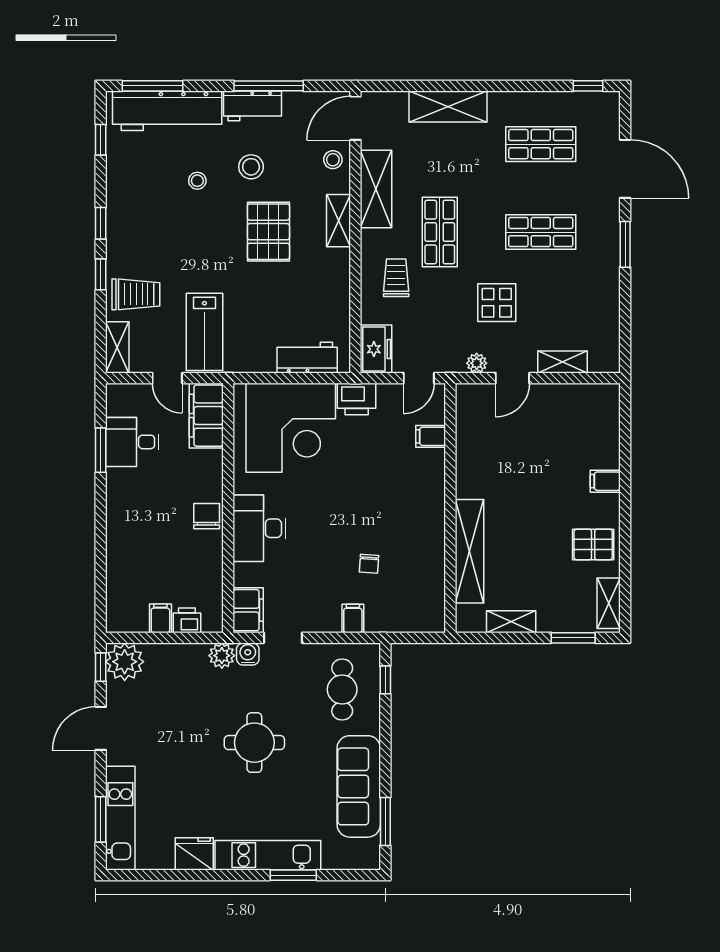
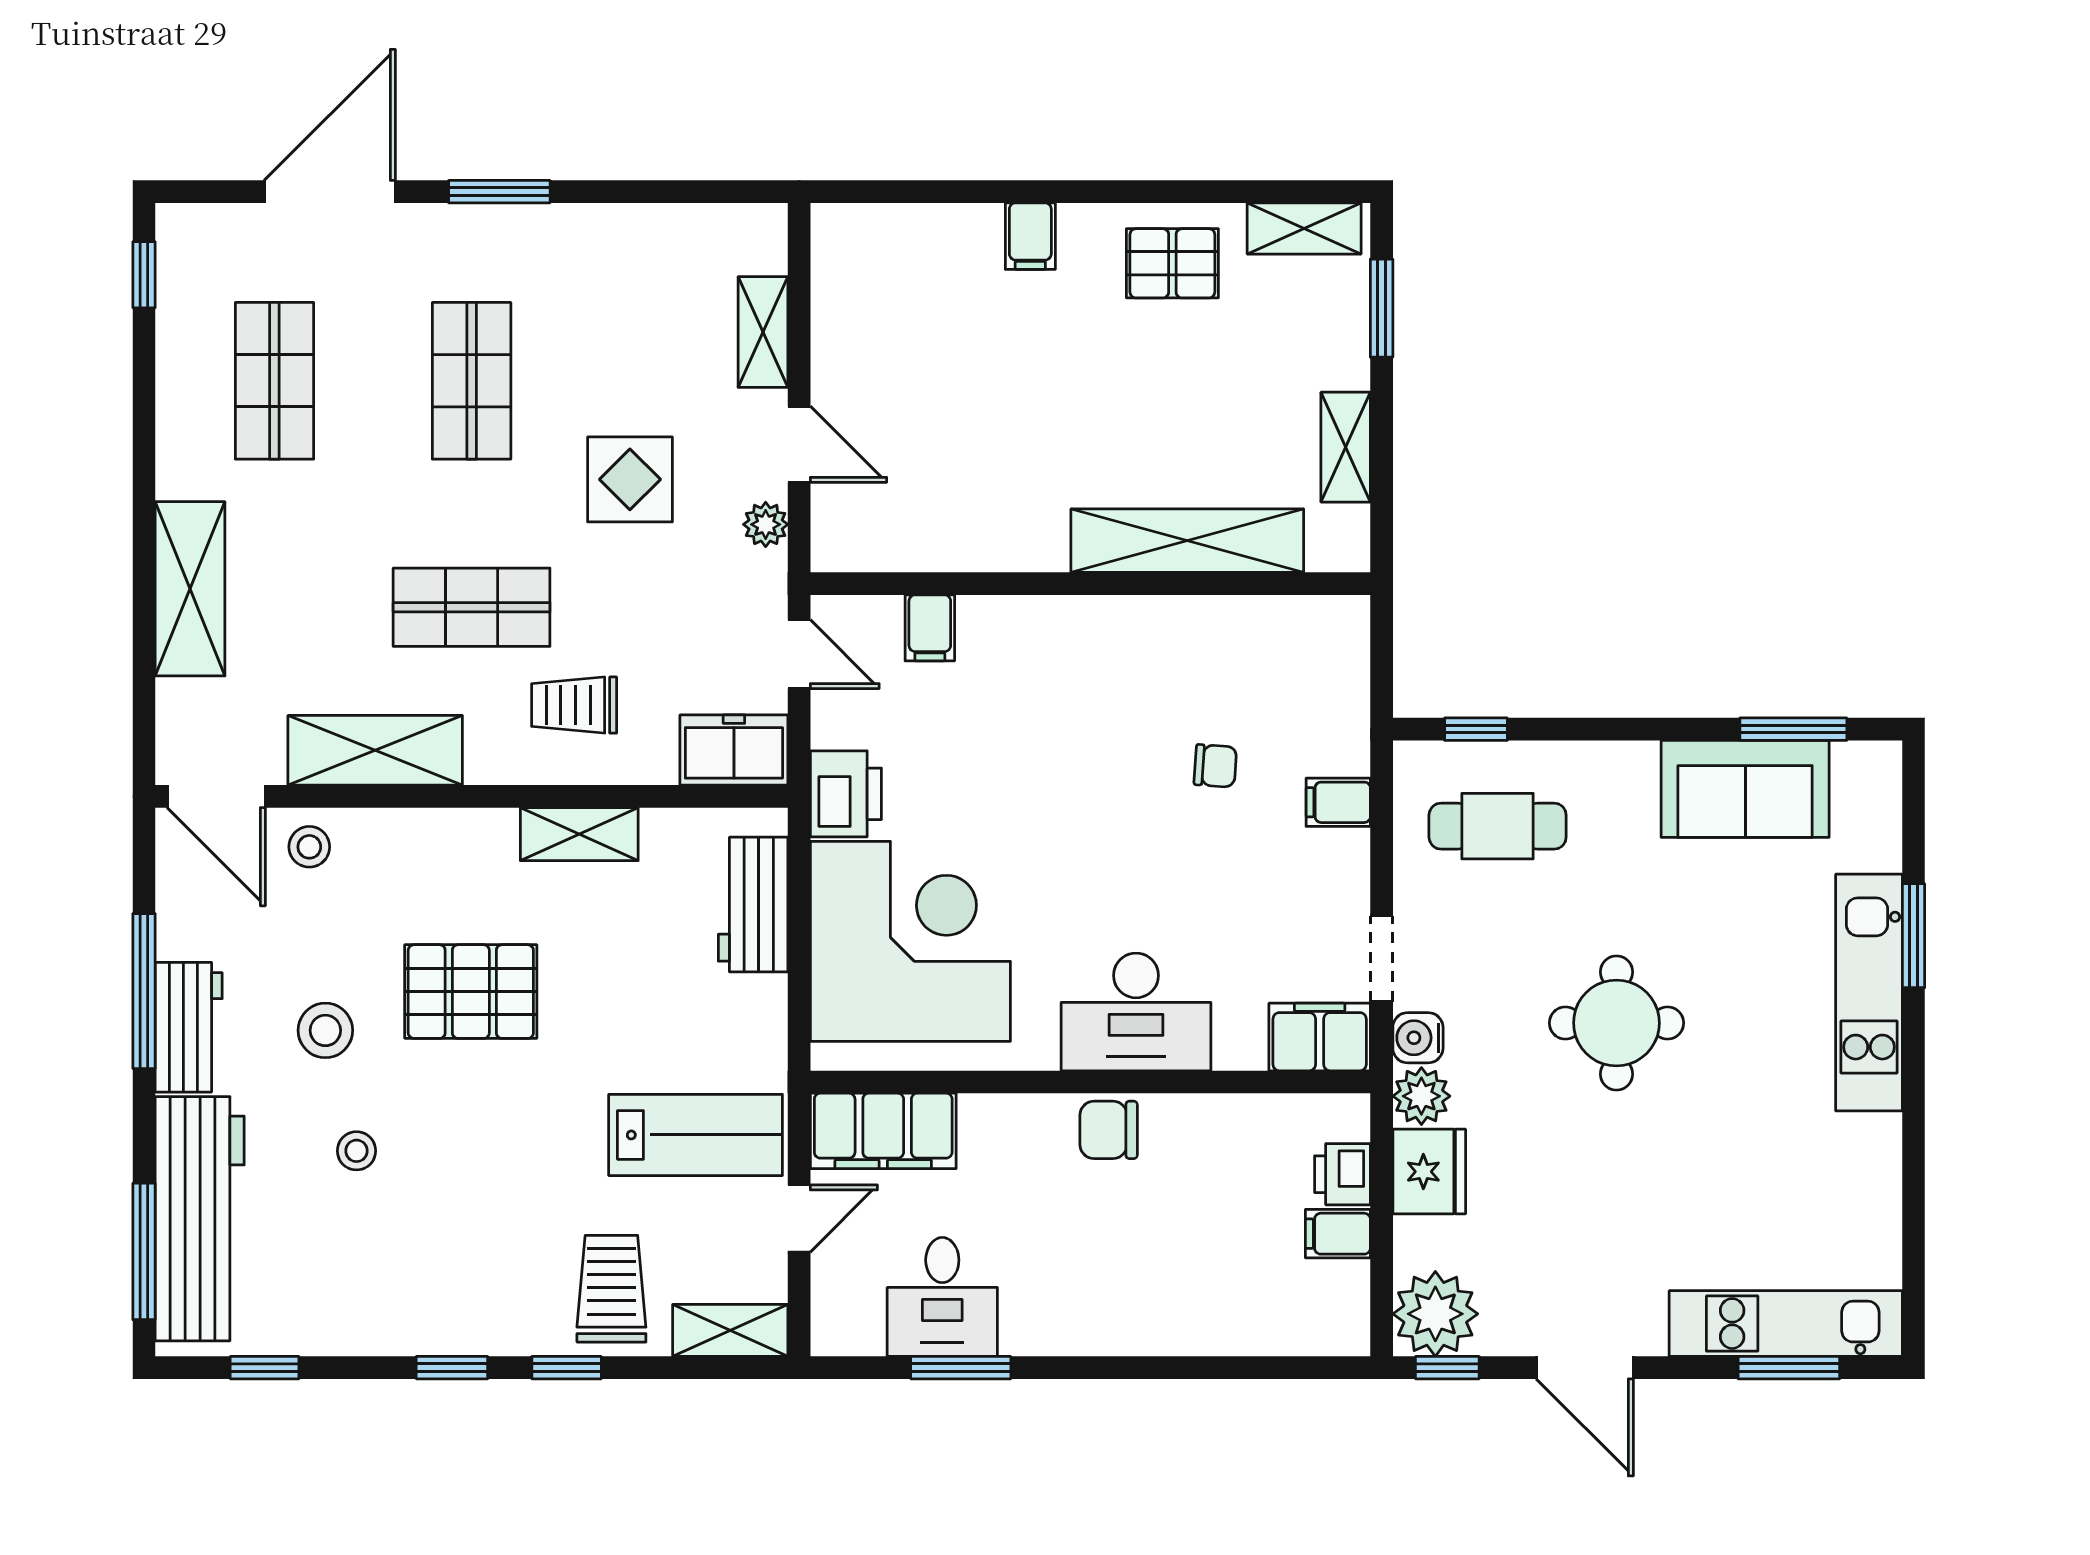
shelving: (339, 221) -> (579, 834), moved
pallet: (593, 545) -> (1172, 263), turned 90
sofa: (359, 786) -> (1745, 789), width x0.73
fridge: (194, 854) -> (1429, 1172), moved, turned 180

